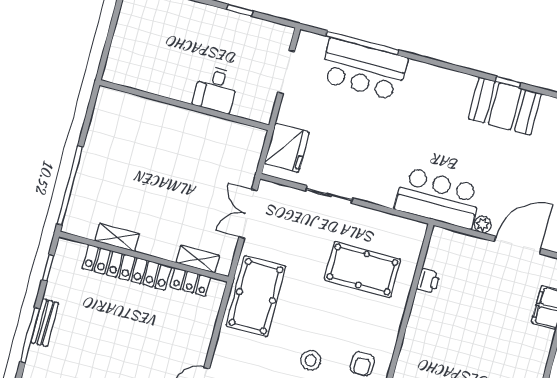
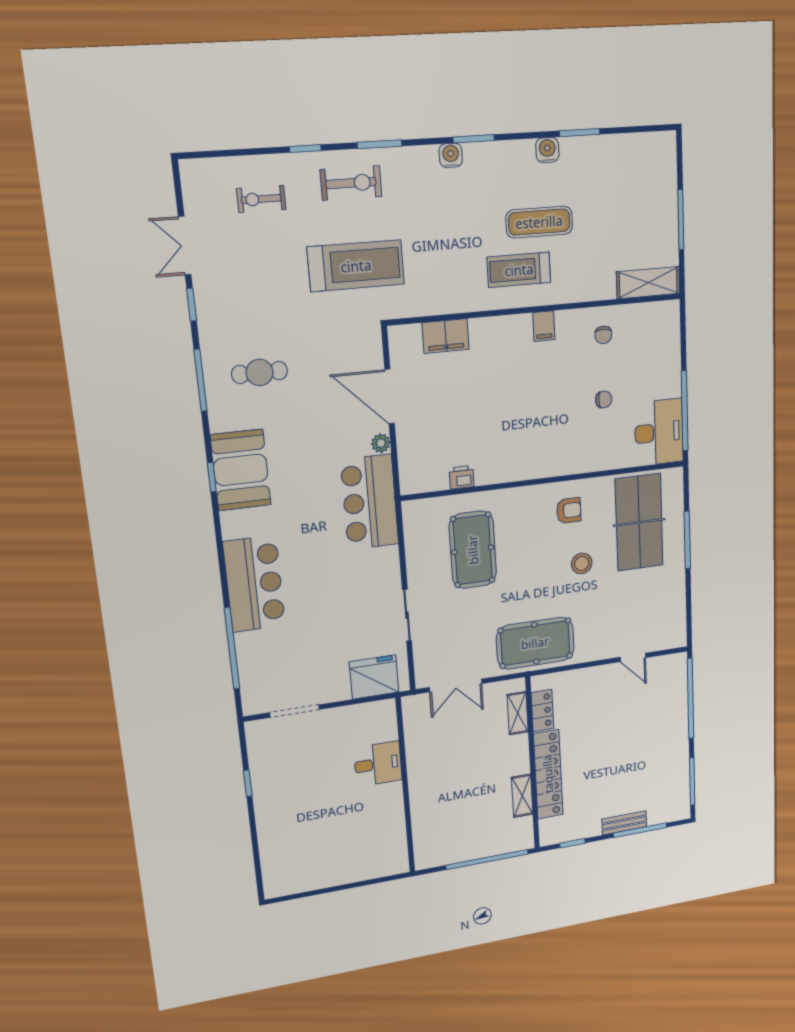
bar counter: (364, 69) -> (254, 584), moved
desk: (216, 89) -> (378, 764), moved
wall: (184, 105) -> (405, 786), moved

